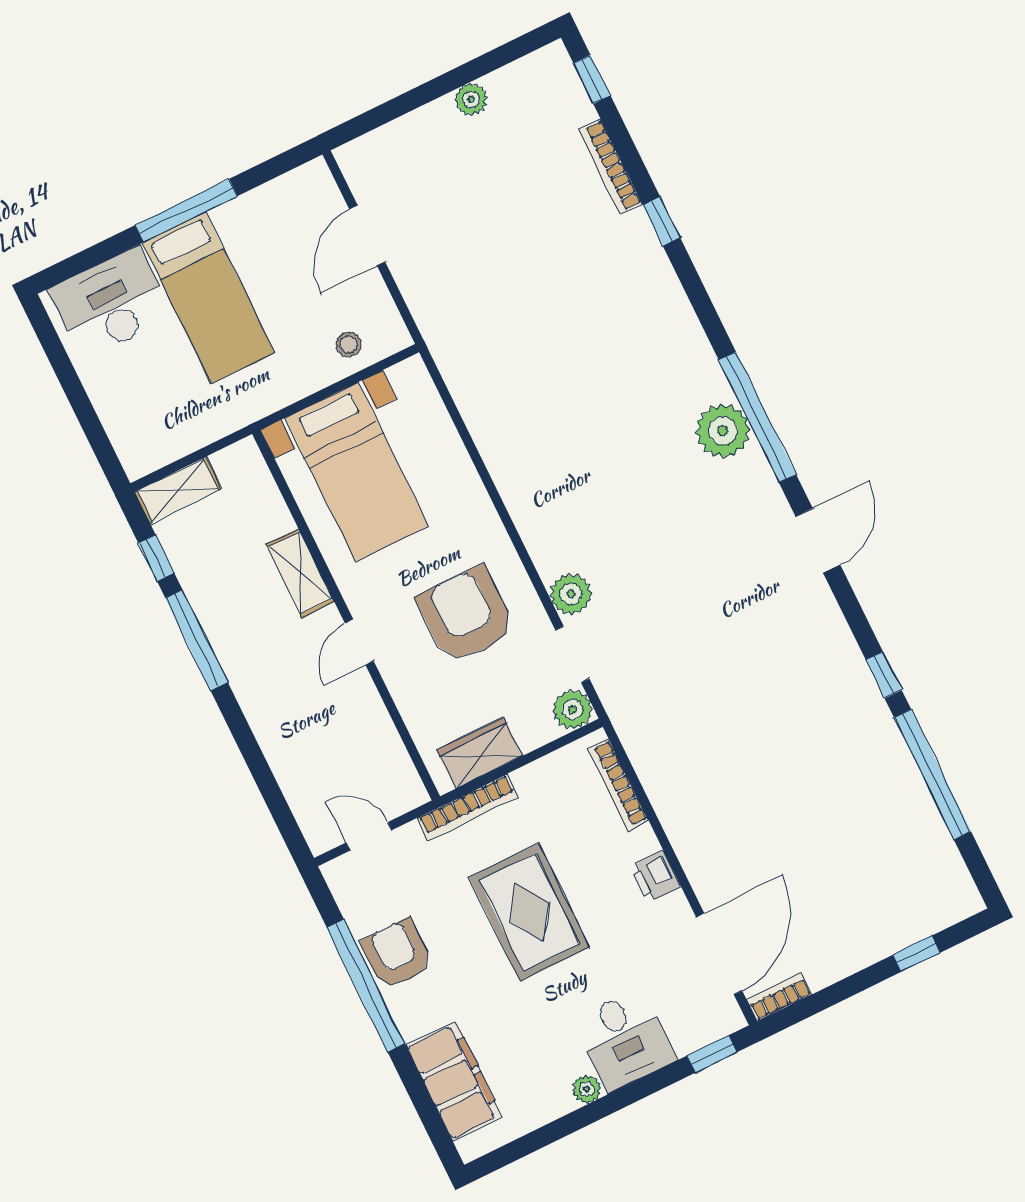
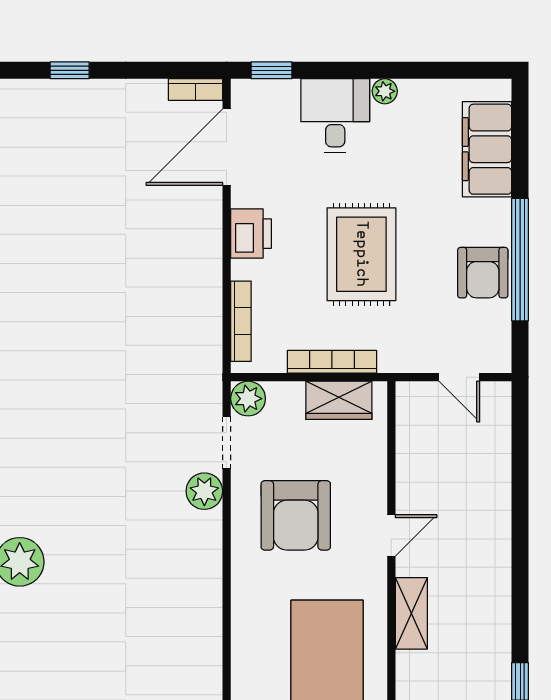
window: (197, 640) -> (520, 600), removed
bookcase: (468, 807) -> (332, 362), moved
printer: (656, 876) -> (251, 234), width x1.36, depth x1.24

